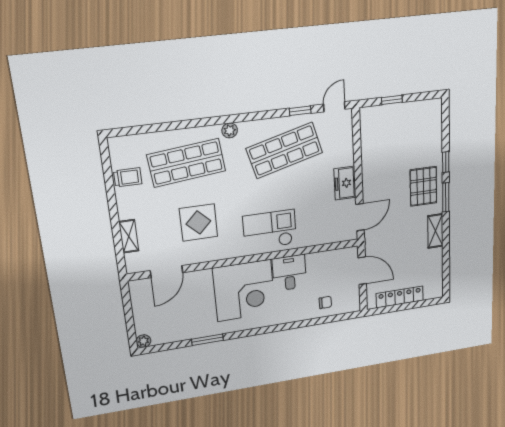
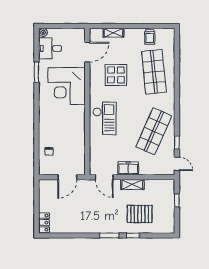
plant: (230, 130) -> (170, 99), removed
shop shelf: (284, 150) -> (154, 131), turned 39
pallet: (423, 186) -> (140, 214), moved
shelving: (435, 231) -> (132, 184), moved
door: (166, 272) -> (87, 52), swing flipped
desk: (289, 273) -> (50, 48), moved, turned 180
corner desk: (244, 291) -> (66, 86), moved
locker: (400, 297) -> (44, 223), moved, width x0.66

